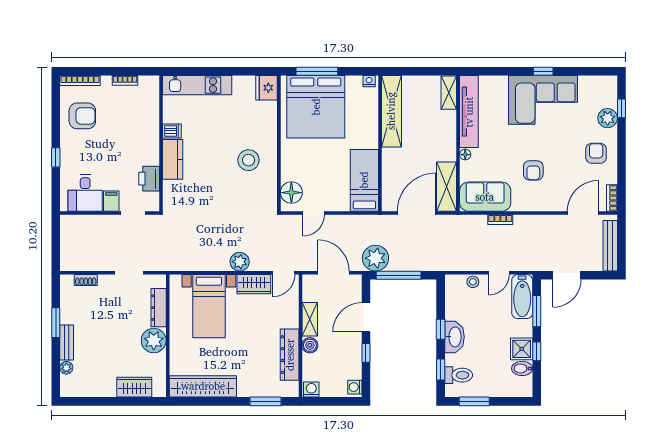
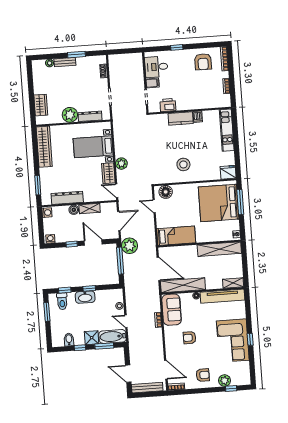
shelving: (446, 187) -> (183, 285), width x1.47
door: (567, 275) -> (128, 374), moved
shower: (522, 349) -> (92, 338), moved

